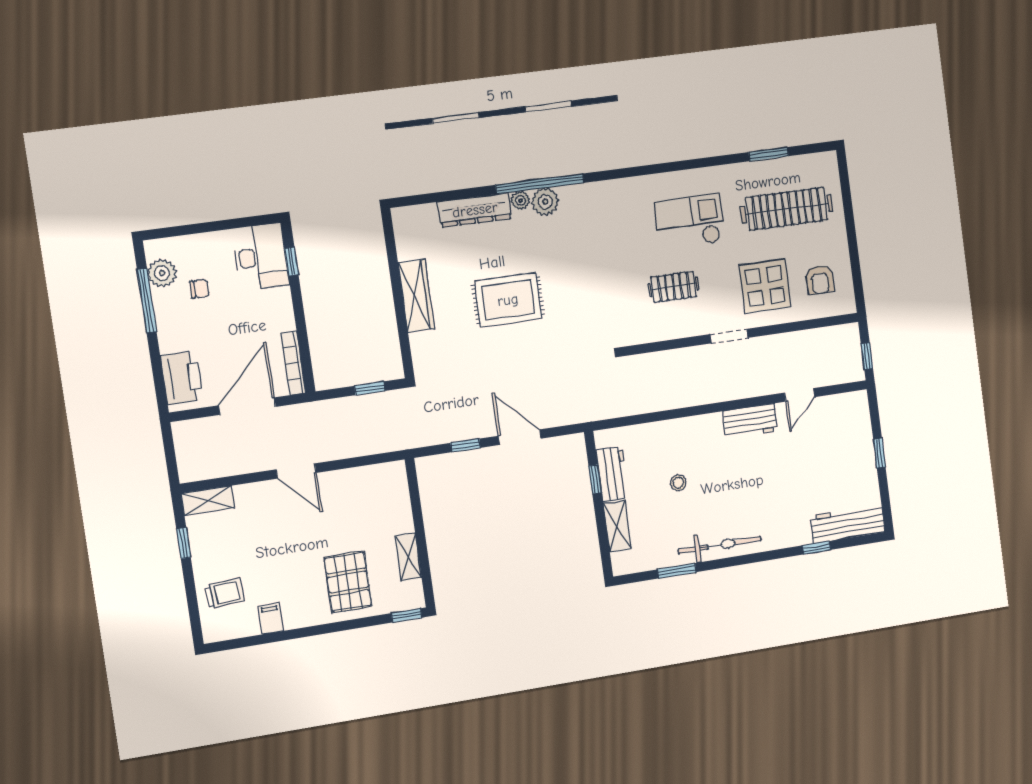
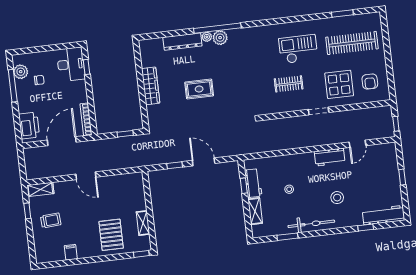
rug: (508, 300) -> (199, 89), width x0.73, depth x0.70
stool: (765, 495) -> (337, 198), added
trolley: (225, 593) -> (51, 220), moved

